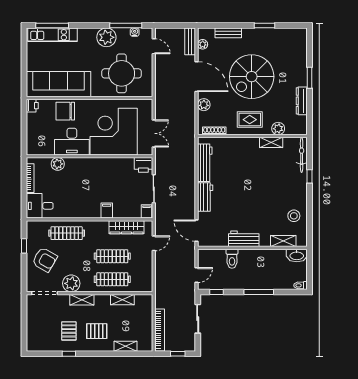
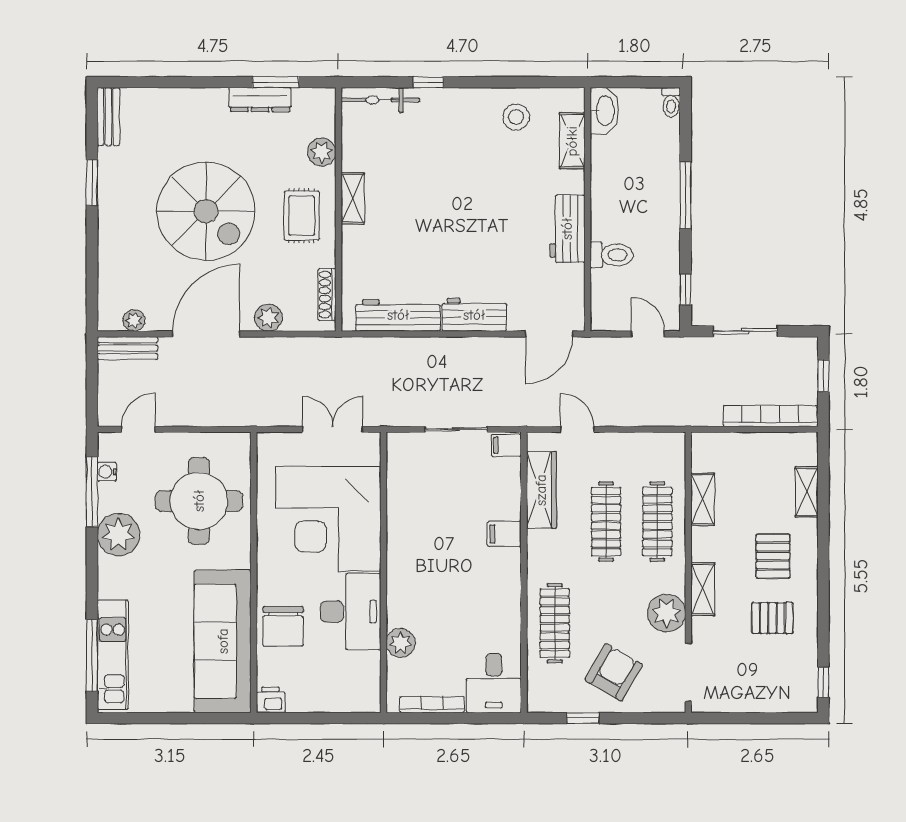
bench: (228, 33) -> (108, 117), moved
window: (310, 78) -> (276, 82), moved
shelving: (271, 142) -> (353, 198), moved
printer: (143, 165) -> (403, 452), removed
window: (69, 354) -> (823, 682), moved

